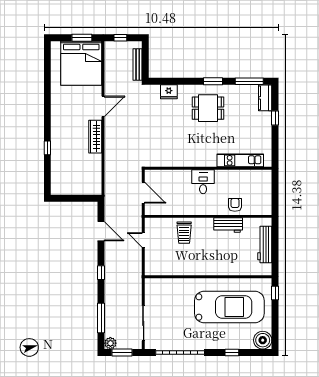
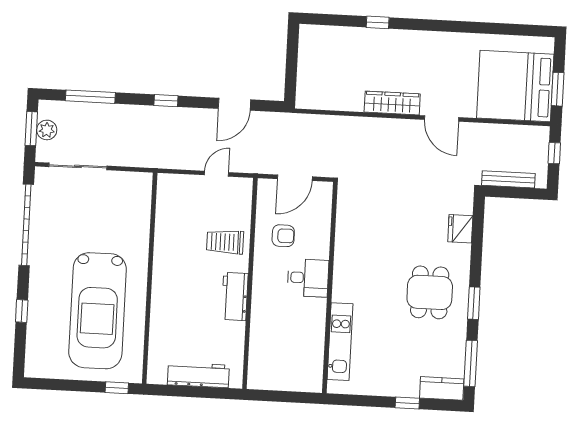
armchair: (235, 205) -> (283, 236), moved
workbench: (228, 225) -> (235, 296), moved
boiler: (263, 340) -> (40, 363), removed
plant: (110, 343) -> (47, 130), moved

